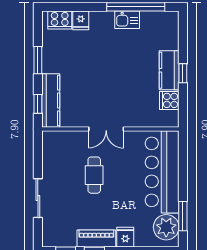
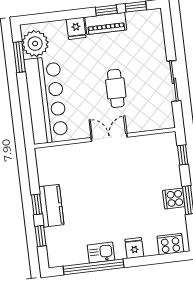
fridge: (81, 20) -> (134, 248), moved
window: (183, 43) -> (41, 236), added
kitchen counter: (51, 100) -> (170, 160), removed
cooker: (169, 100) -> (174, 199), moved, turned 180
sliding door: (38, 198) -> (174, 81), moved

